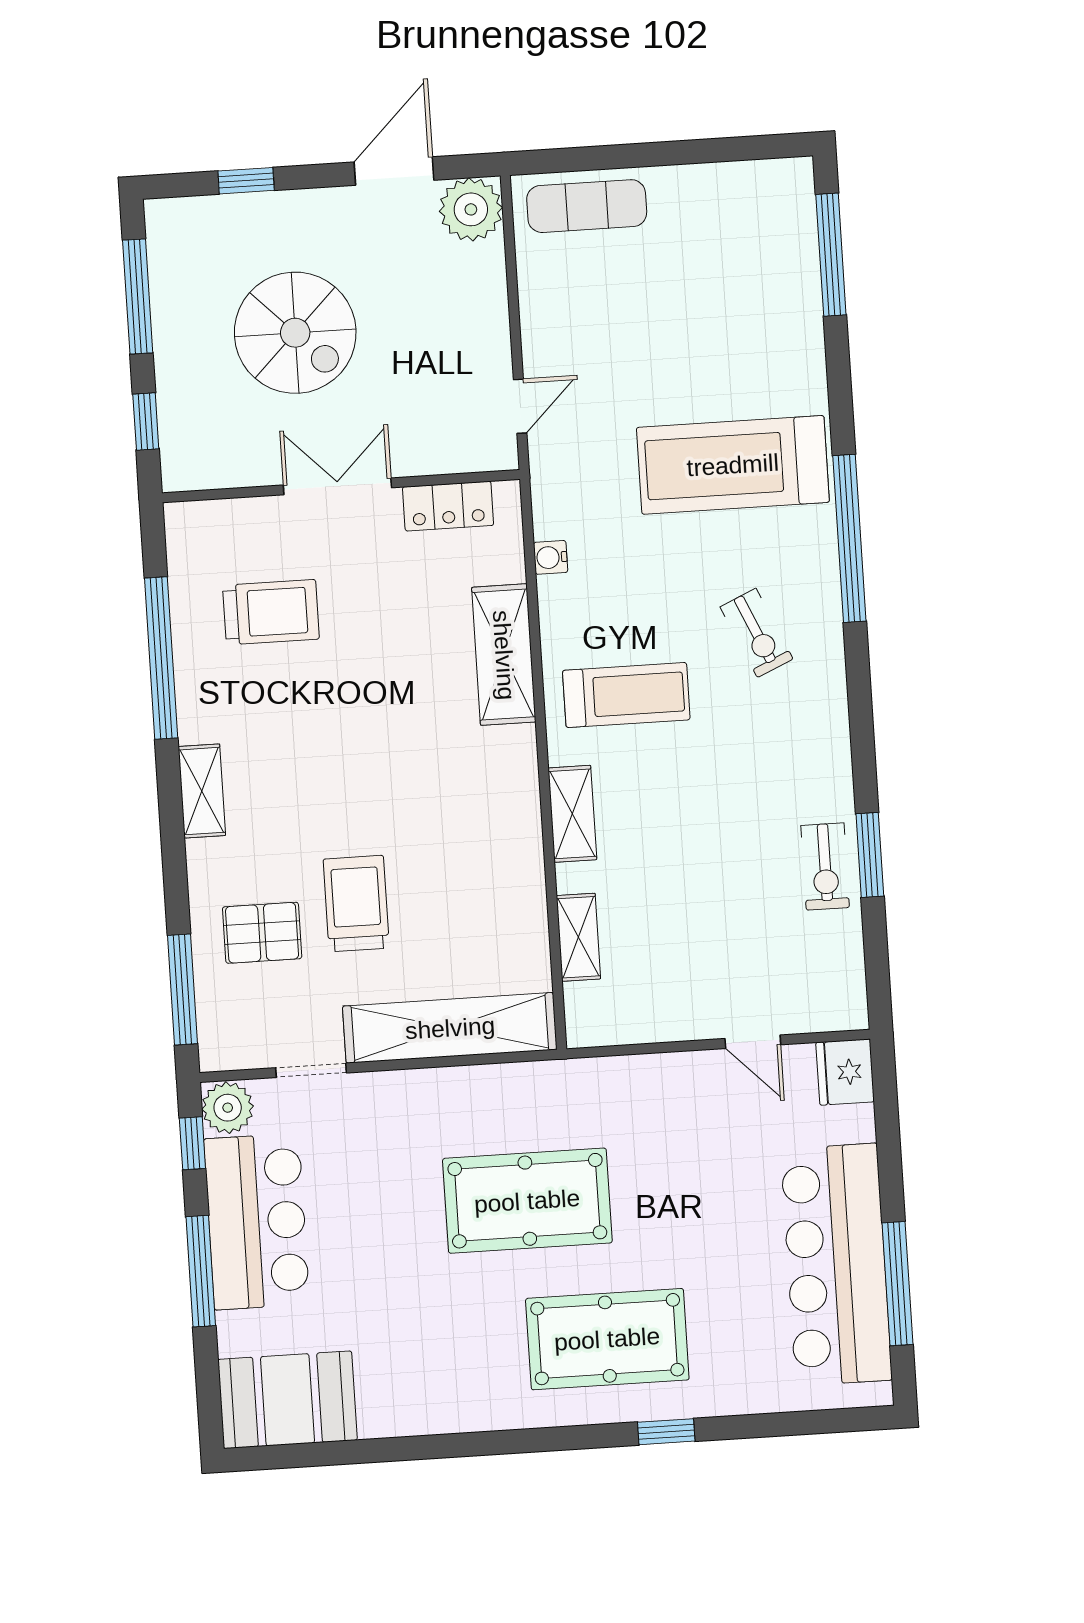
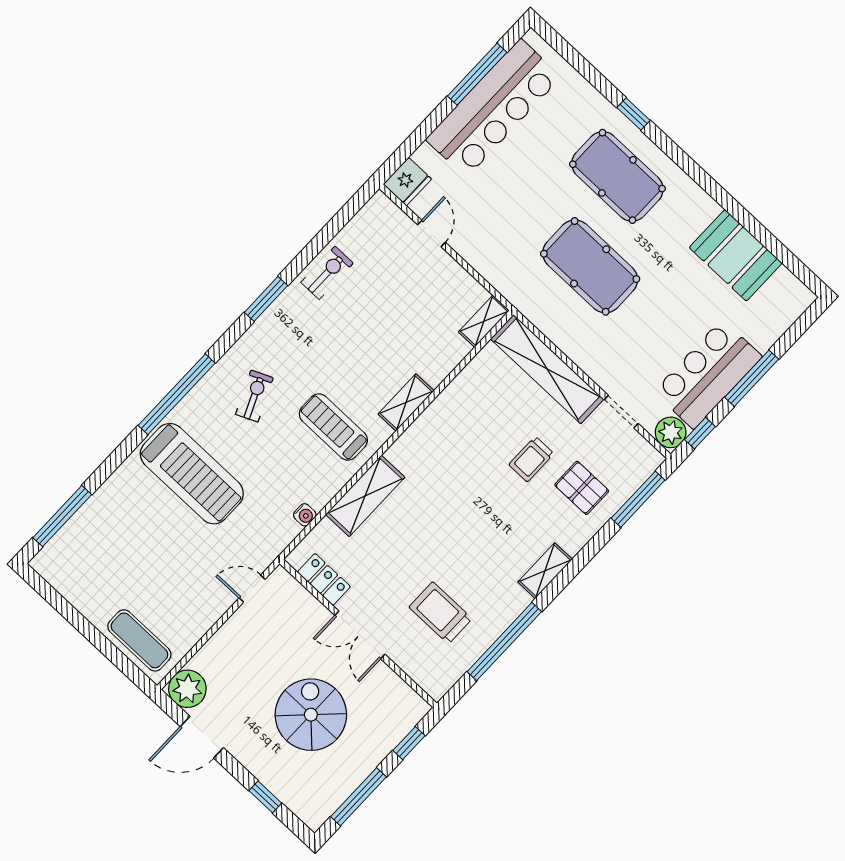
window: (870, 855) -> (266, 299), moved
trolley: (356, 904) -> (531, 459), width x0.73, depth x0.72
shelving: (578, 937) -> (484, 321), moved
booth: (288, 1400) -> (736, 255), moved

